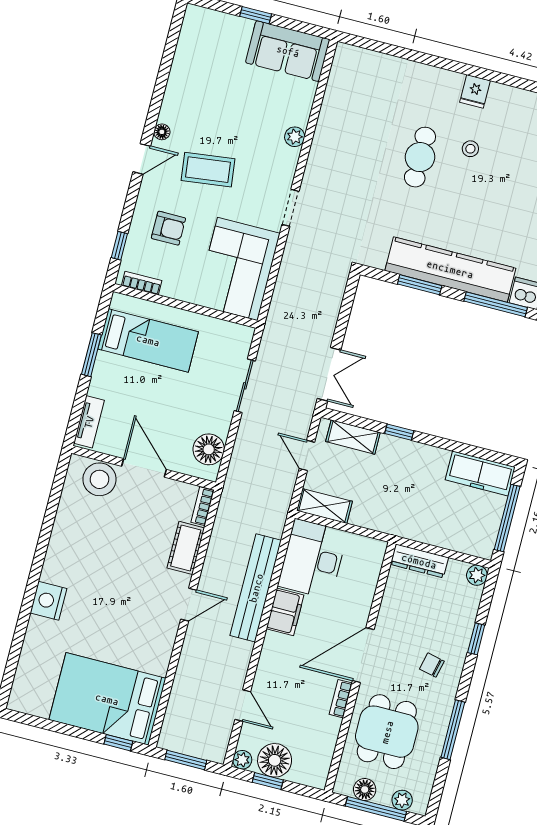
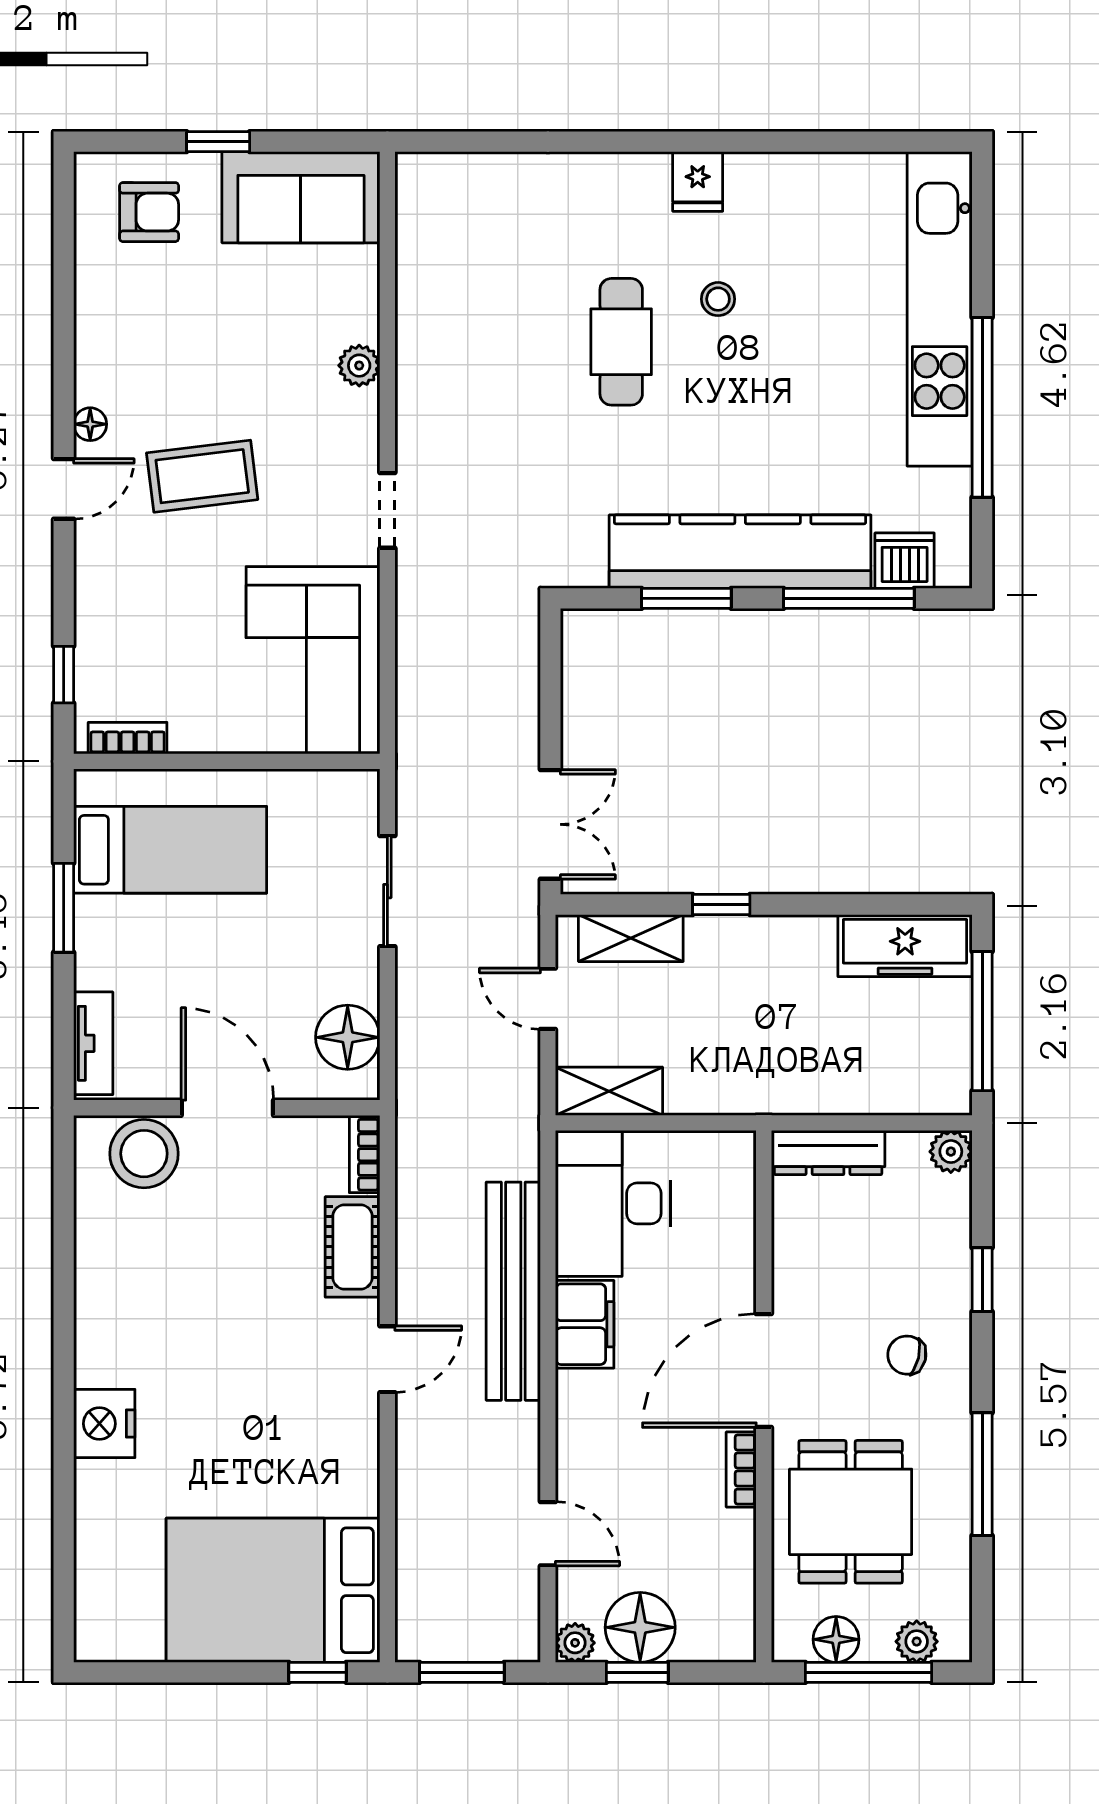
armchair: (168, 228) -> (149, 212), moved

